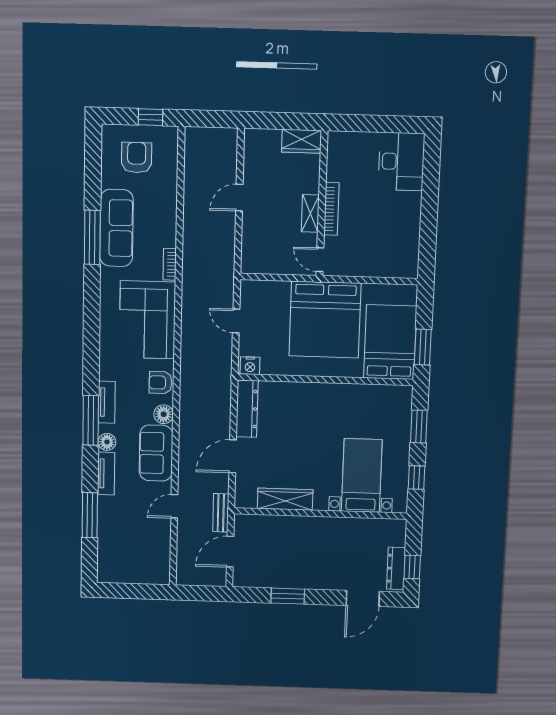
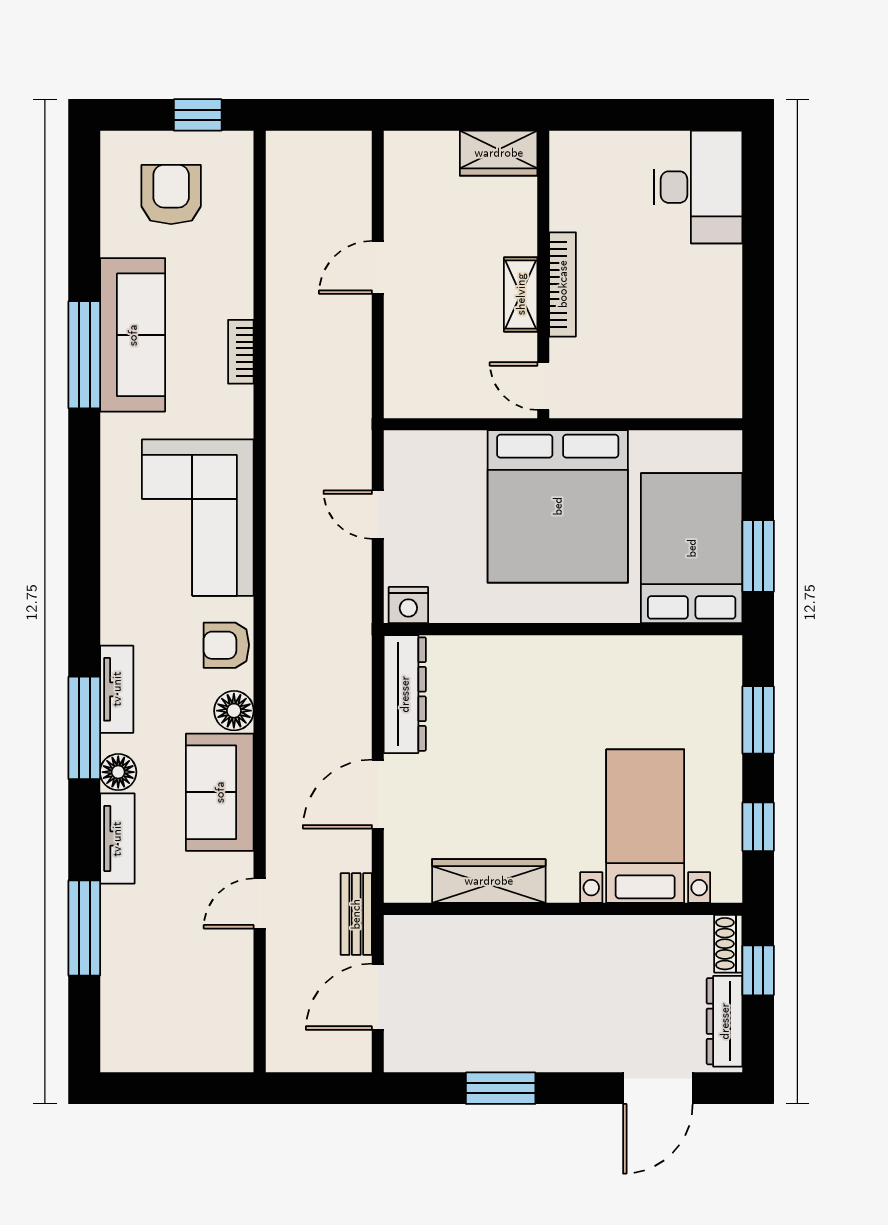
bookcase: (170, 264) -> (241, 352), moved
shoe rack: (399, 532) -> (728, 944), added
window: (412, 567) -> (758, 970), moved

